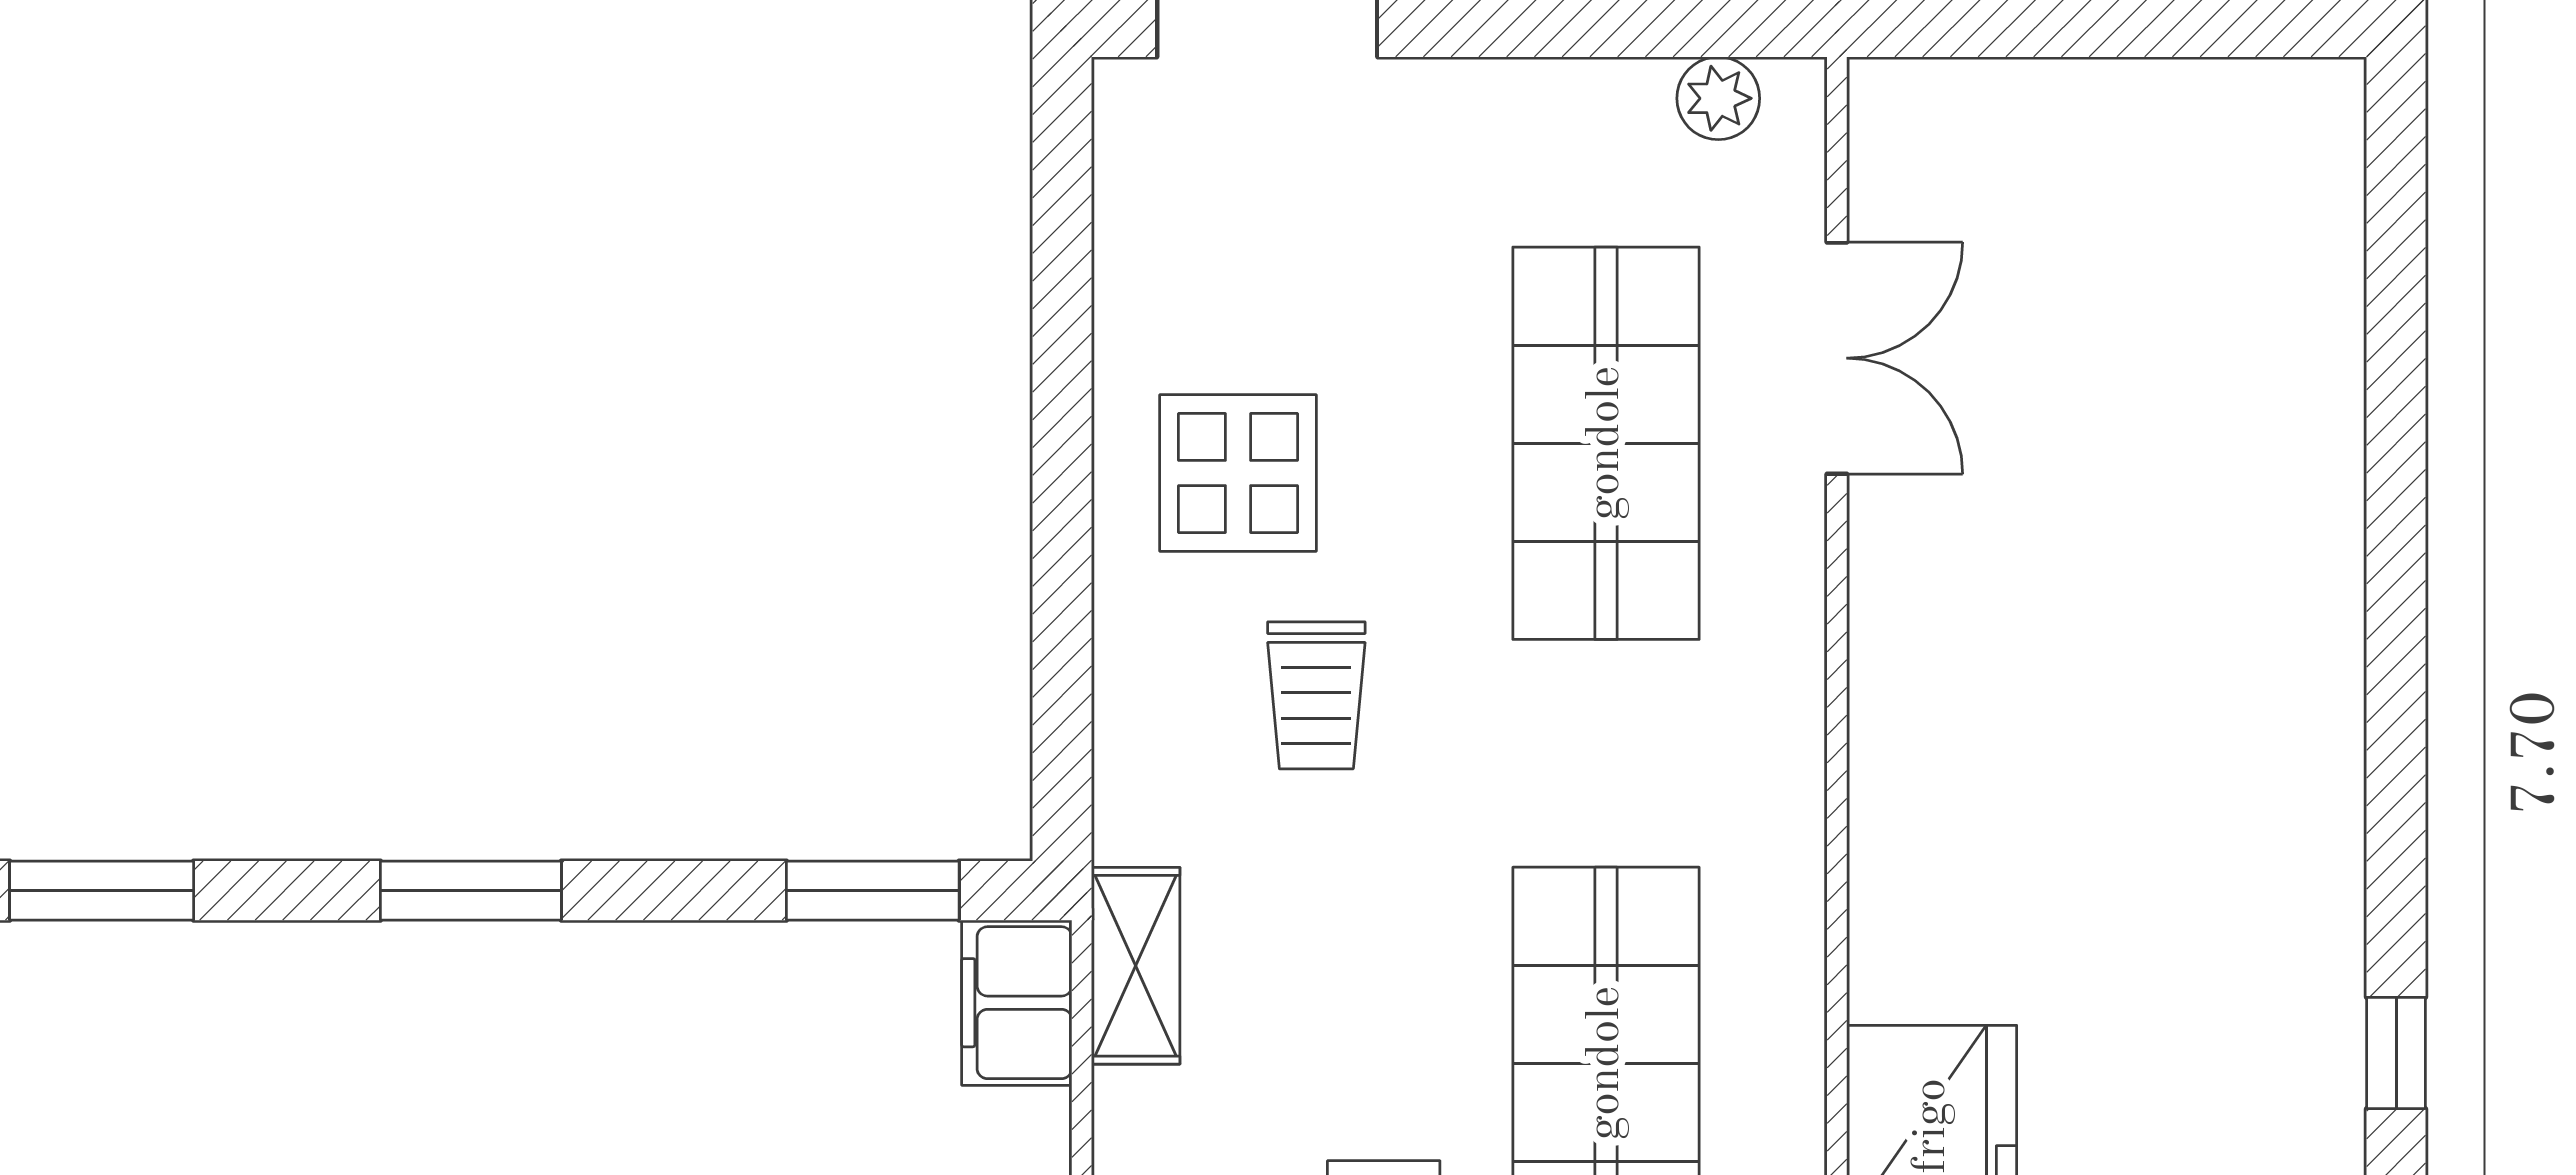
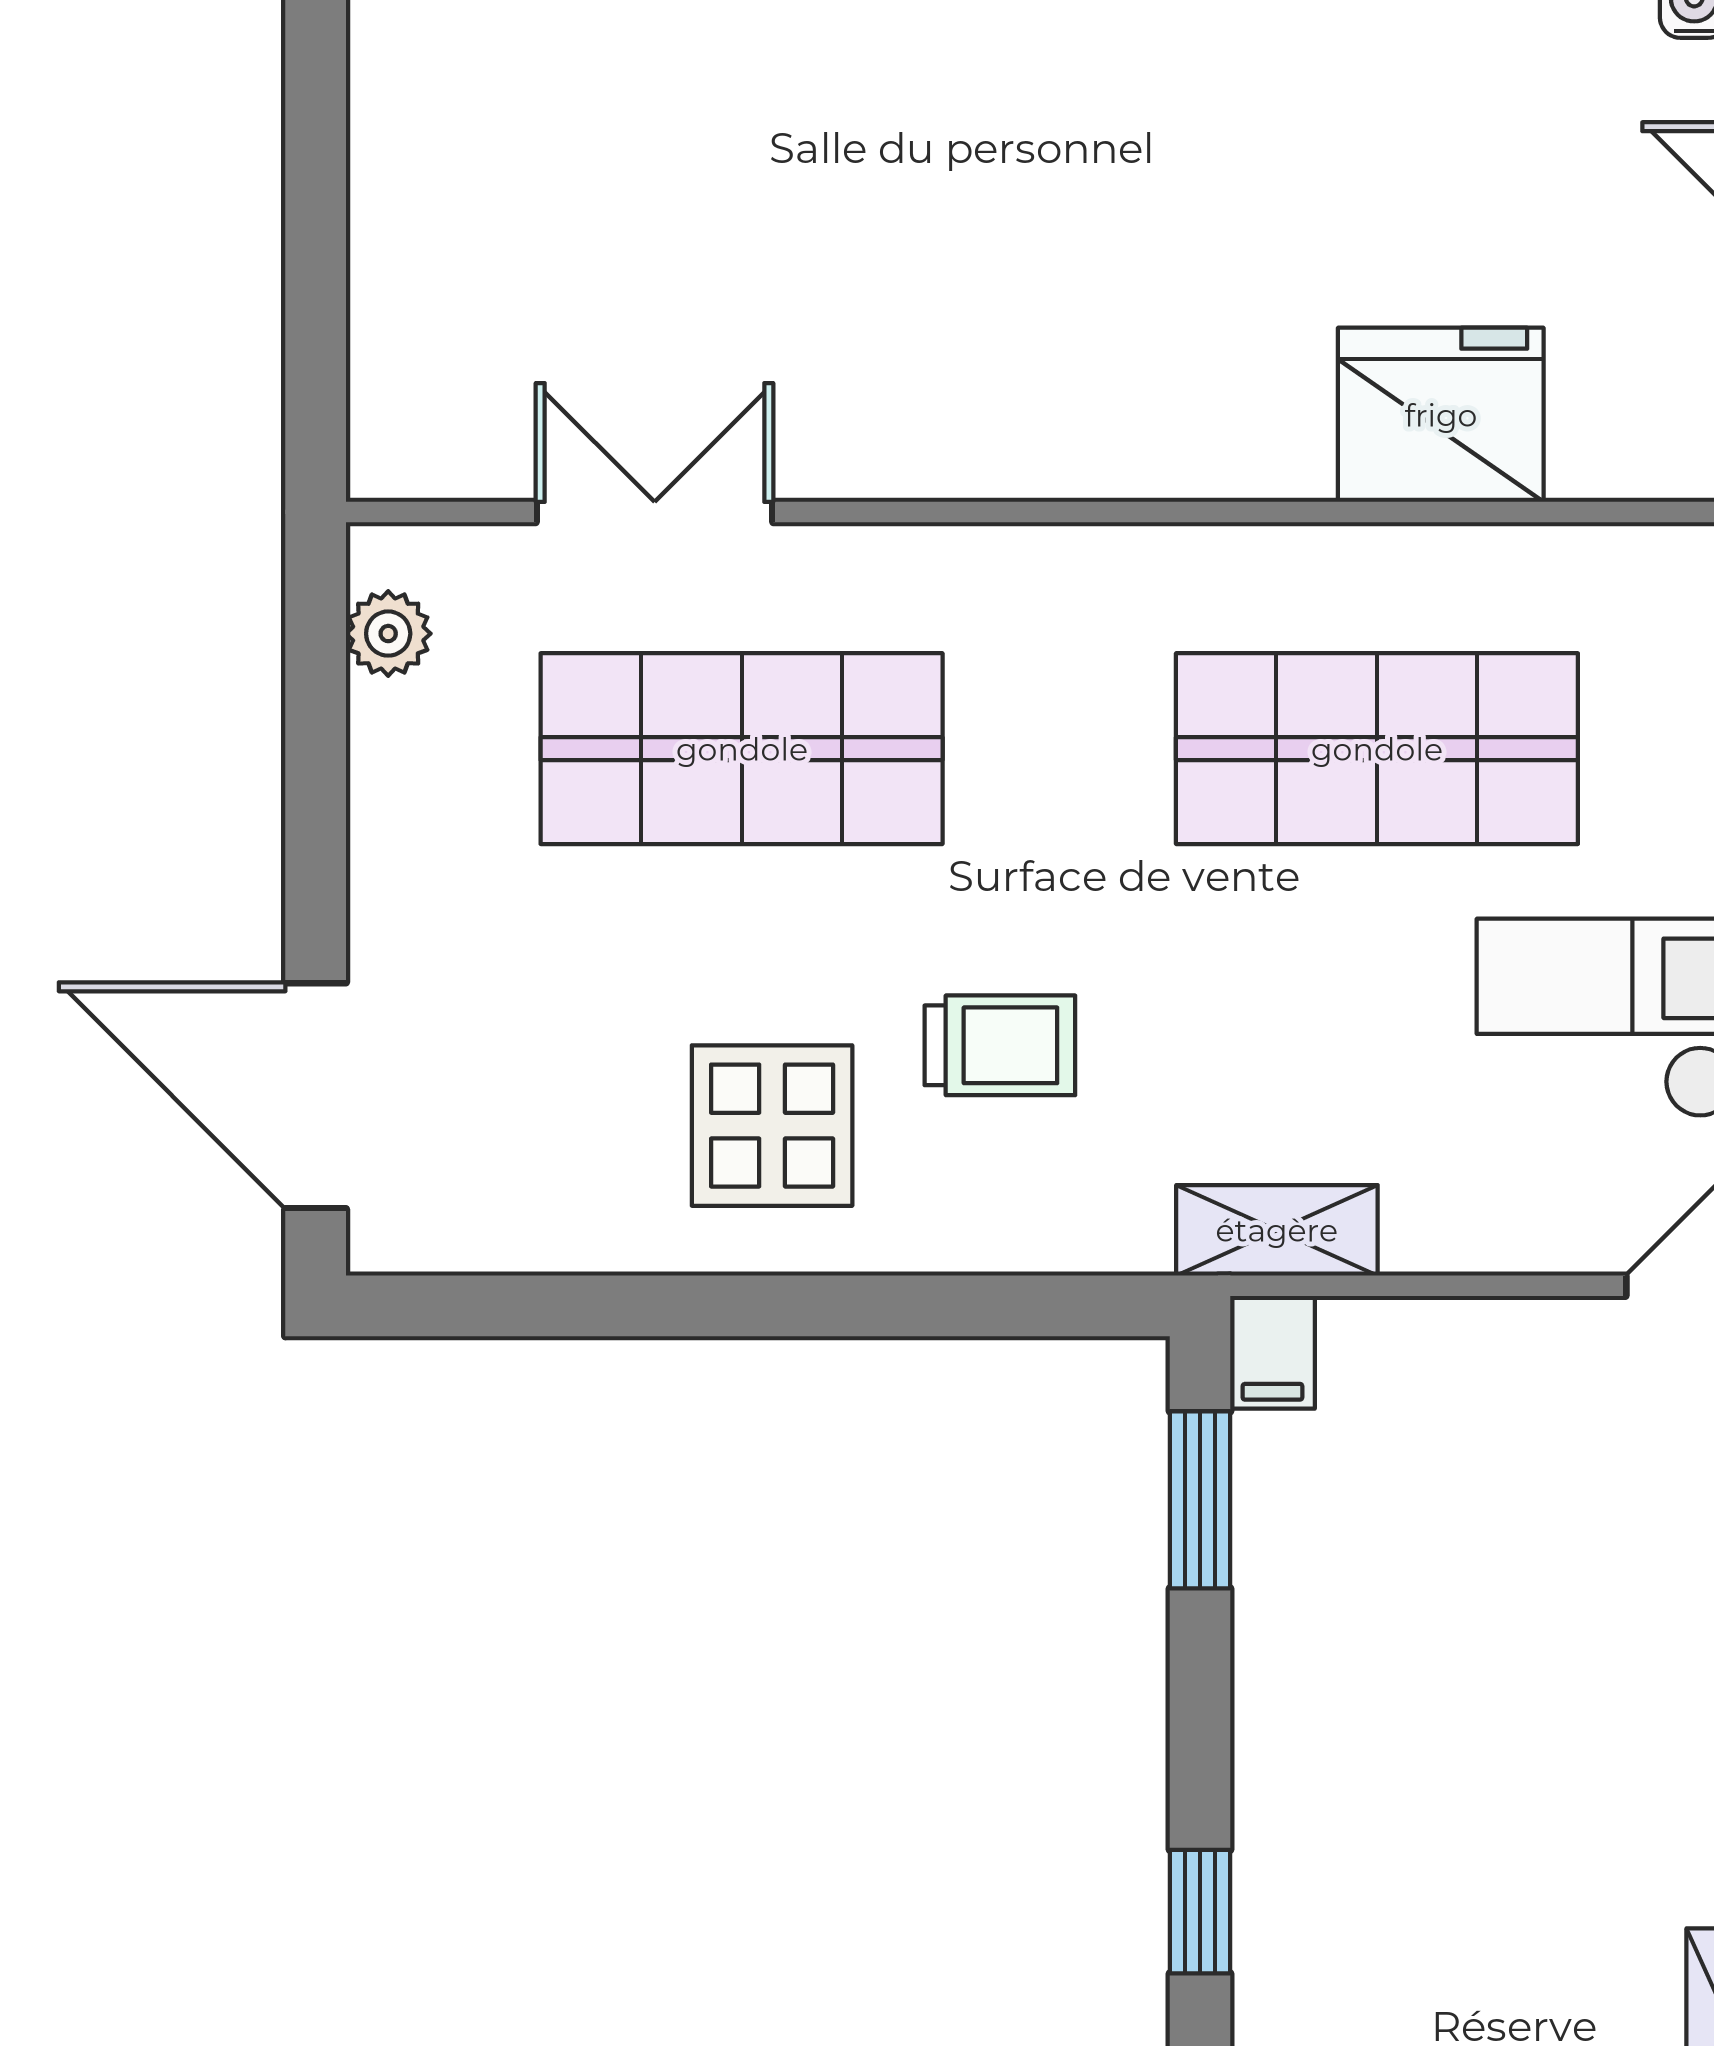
window: (471, 891) -> (1200, 1912), width x0.67
filing cabinet: (1017, 1003) -> (1272, 1352), width x0.50

